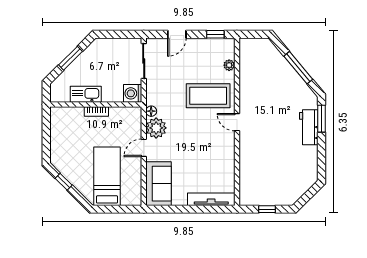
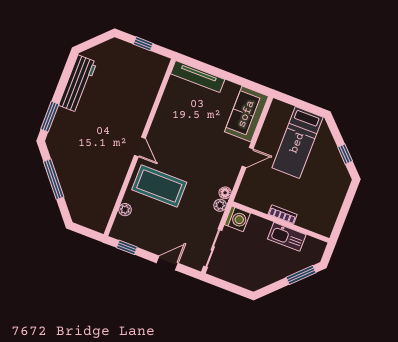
window: (70, 58) -> (301, 275), moved
workbench: (309, 127) -> (78, 84), moved, width x1.38
plant: (156, 128) -> (220, 205), moved, width x0.53, depth x0.53

